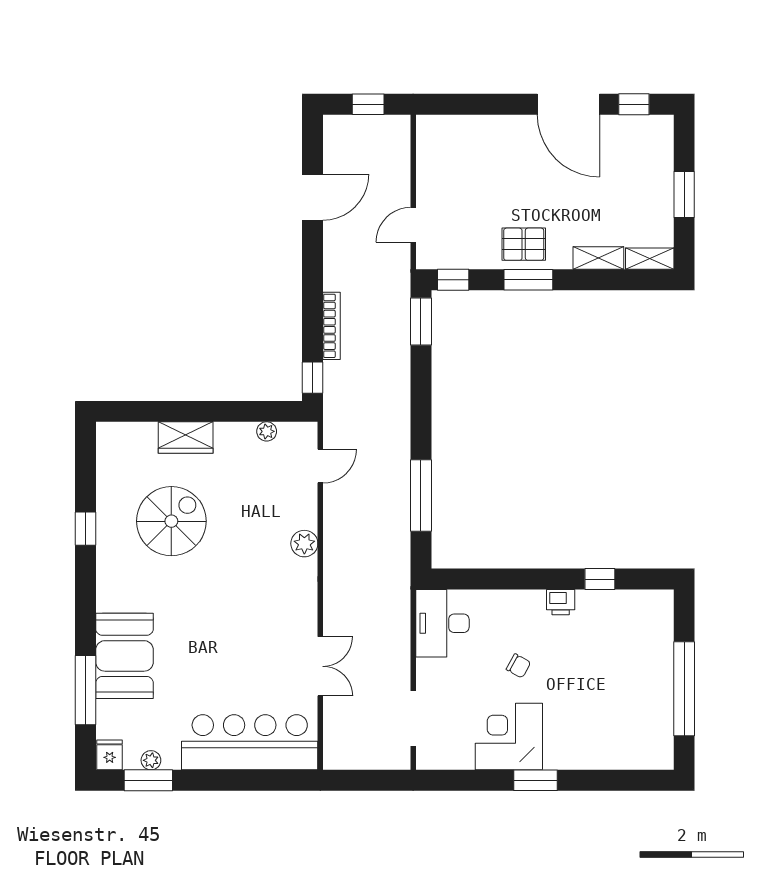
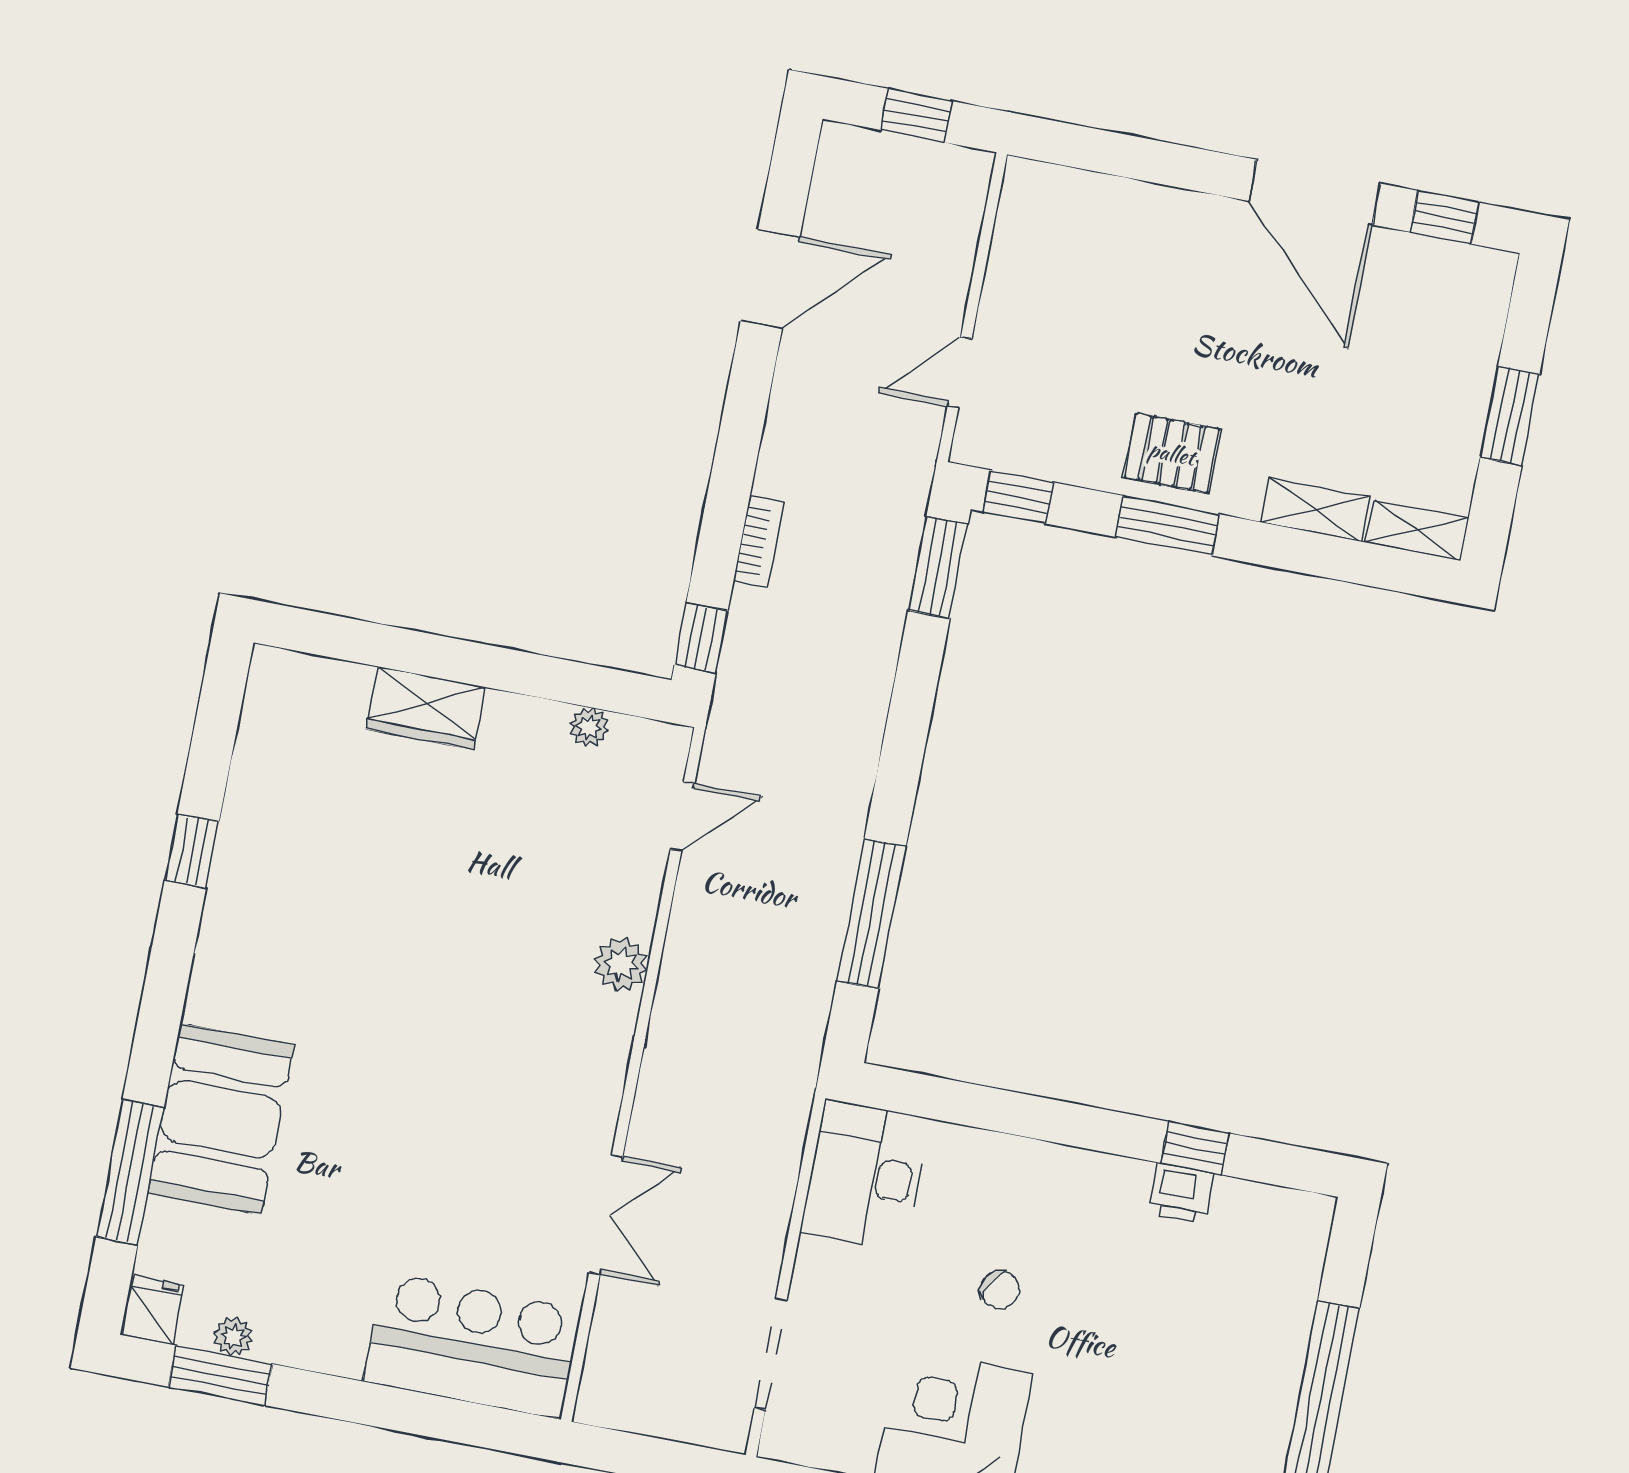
bookcase: (332, 326) -> (759, 542), width x0.64
spiral stairs: (171, 521) -> (365, 869), removed
printer: (561, 602) -> (1181, 1193), moved
bar counter: (250, 742) -> (473, 1346), width x0.73

